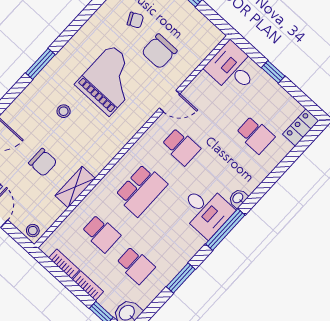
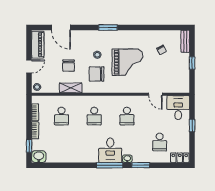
chair: (159, 51) -> (97, 74), moved
door: (170, 101) -> (155, 94), moved
school desk: (141, 190) -> (94, 116), width x0.54
school desk: (136, 265) -> (62, 142), removed
window: (181, 278) -> (141, 165), moved

